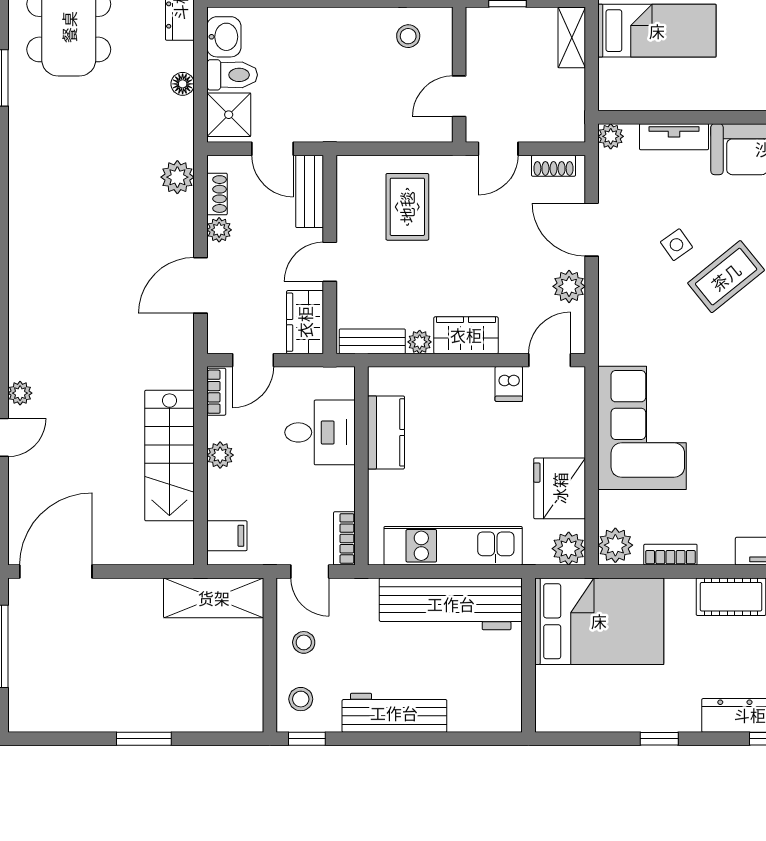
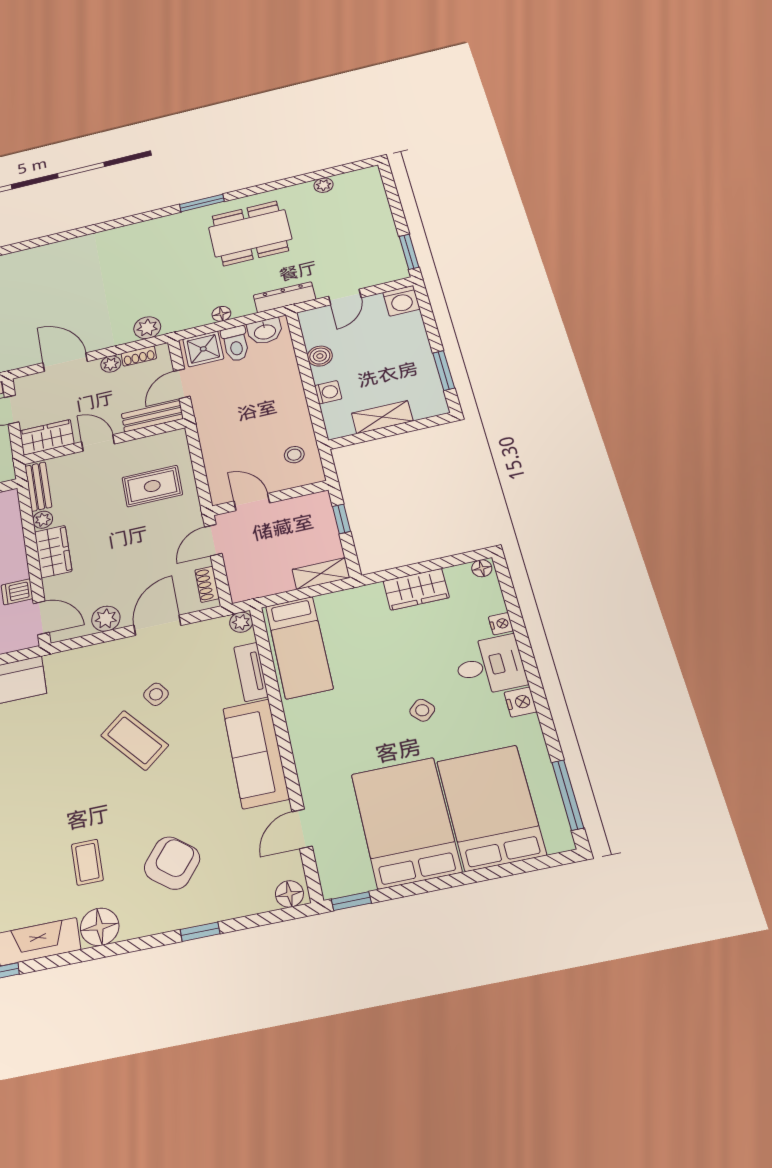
bed: (657, 31) -> (299, 647), moved
door: (498, 149) -> (213, 540), hinge flipped

